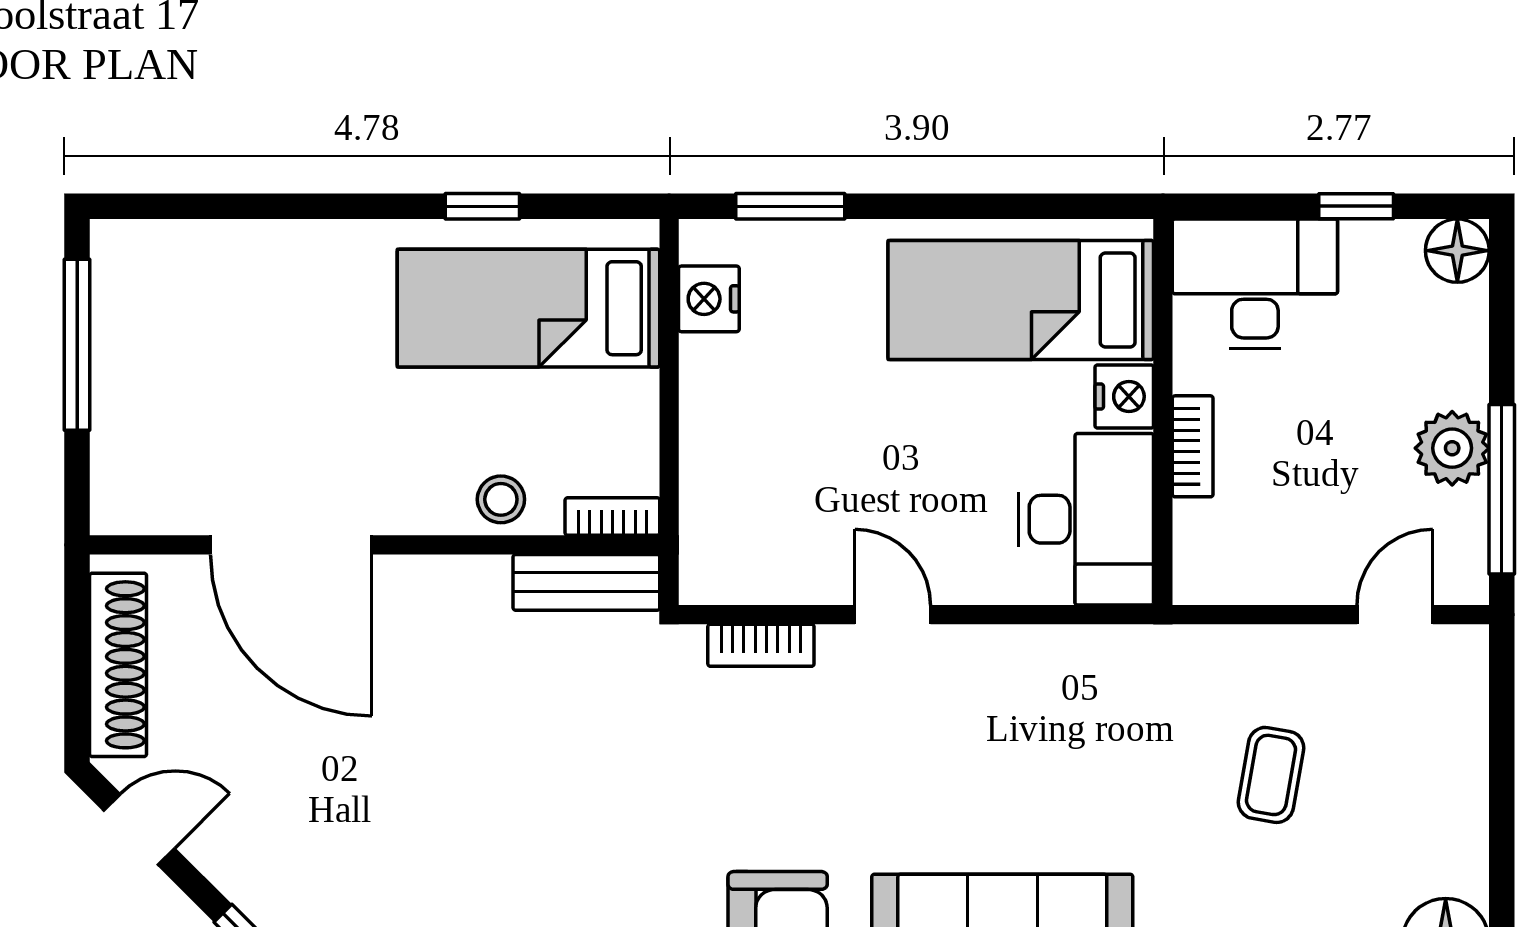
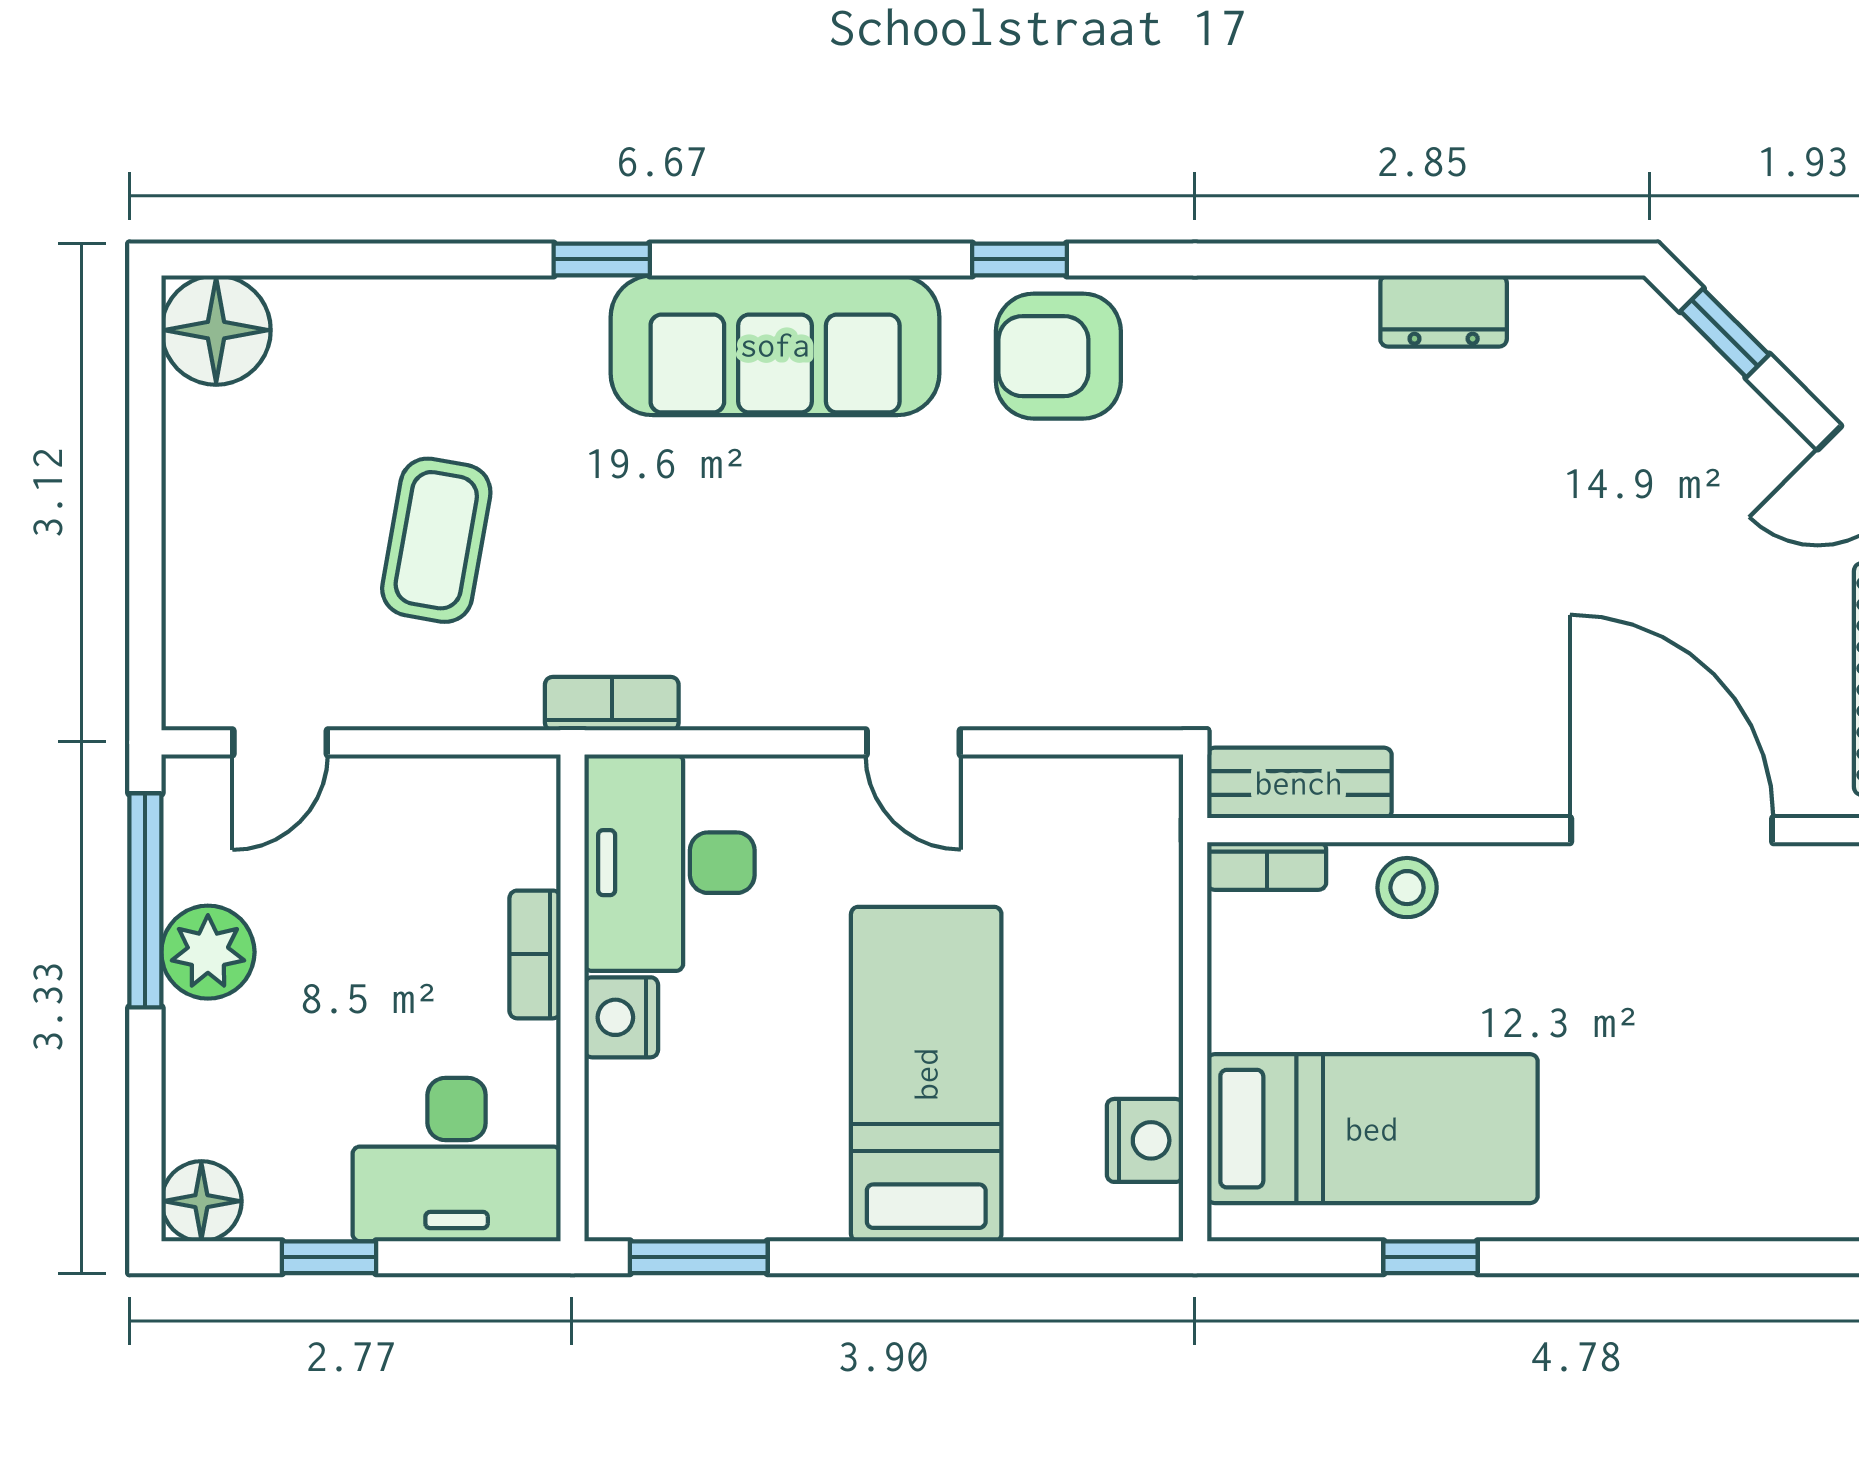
window: (790, 206) -> (699, 1257), moved
bed: (1021, 300) -> (926, 1074), moved, turned -90
bookcase: (761, 645) -> (612, 704), moved
coffee table: (1271, 775) -> (436, 540), width x1.36, depth x1.30

